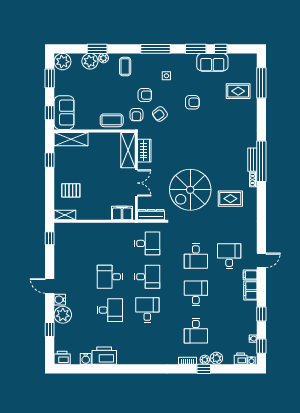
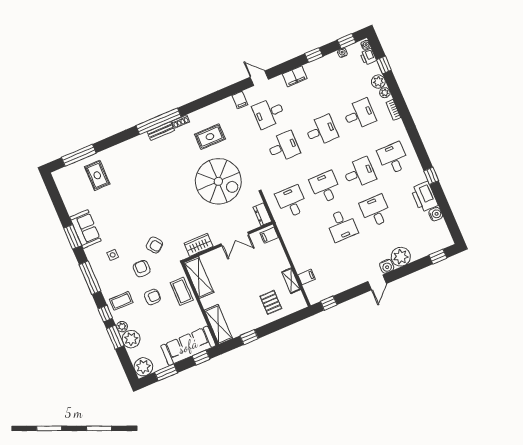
window: (221, 49) -> (105, 313), moved
sofa: (212, 62) -> (85, 229), moved
armchair: (192, 102) -> (128, 217), removed
sofa: (64, 113) -> (188, 346), width x1.36
armchair: (136, 115) -> (152, 297), moved
shelving: (128, 150) -> (199, 277), moved, turned 90
double door: (136, 183) -> (235, 239), swing flipped
rug: (230, 199) -> (210, 137), turned 90
filing cabinet: (122, 213) -> (269, 235), width x0.50
shelving: (65, 215) -> (291, 281), moved
dresser: (151, 215) -> (262, 214), width x0.70
filing cabinet: (79, 229) -> (307, 277), added
filing cabinet: (250, 275) -> (240, 100), moved
desk: (196, 293) -> (321, 131), turned 180
desk: (147, 310) -> (359, 173), turned 180
window: (50, 330) -> (438, 257), moved
desk: (147, 343) -> (393, 158), added
printer: (62, 358) -> (445, 239), removed
window: (119, 369) -> (431, 176), added
window: (204, 369) -> (384, 65), moved

